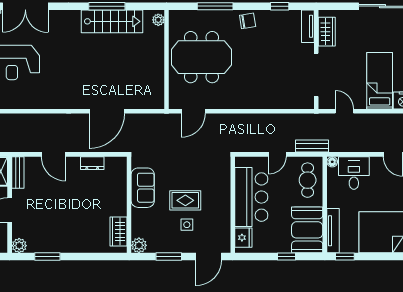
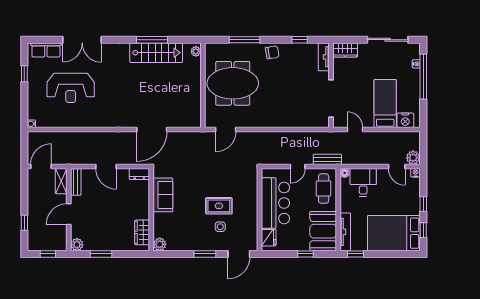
wardrobe: (327, 32) -> (345, 50), moved, turned 90
sofa: (143, 188) -> (163, 195), moved
wall: (129, 205) -> (151, 210), moved
wardrobe: (118, 231) -> (142, 232), moved
plant: (139, 245) -> (160, 244), moved

